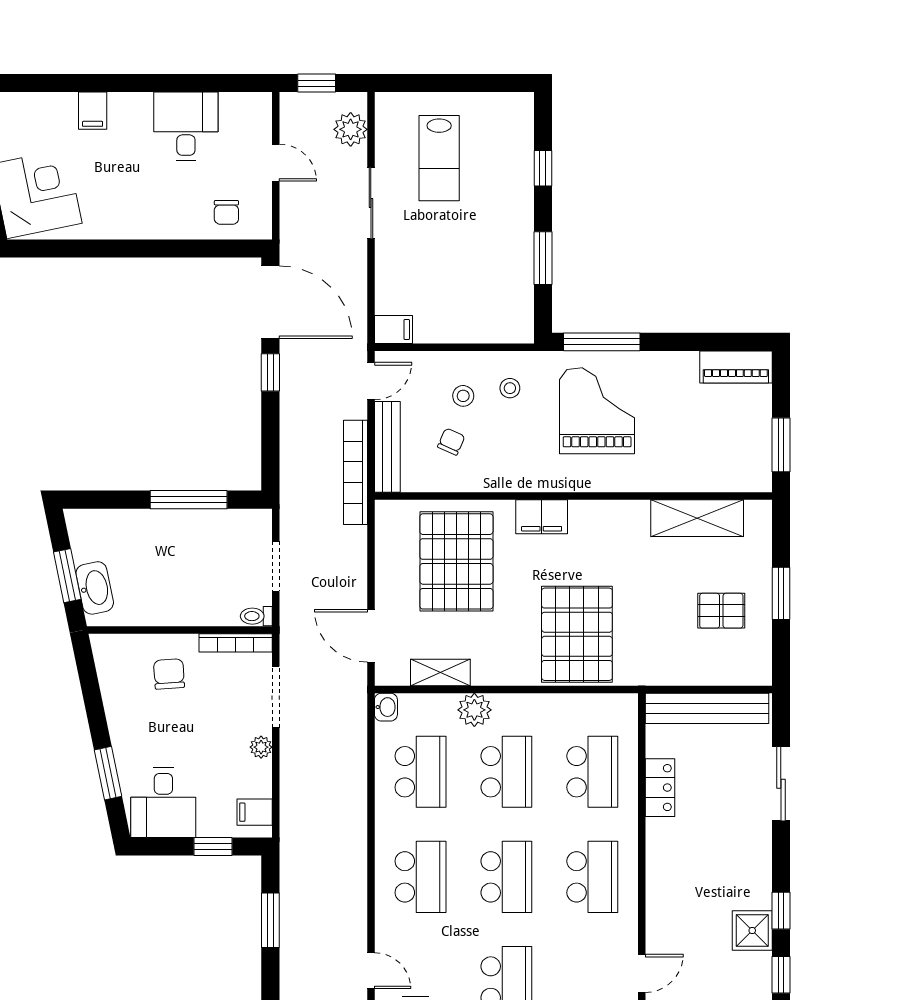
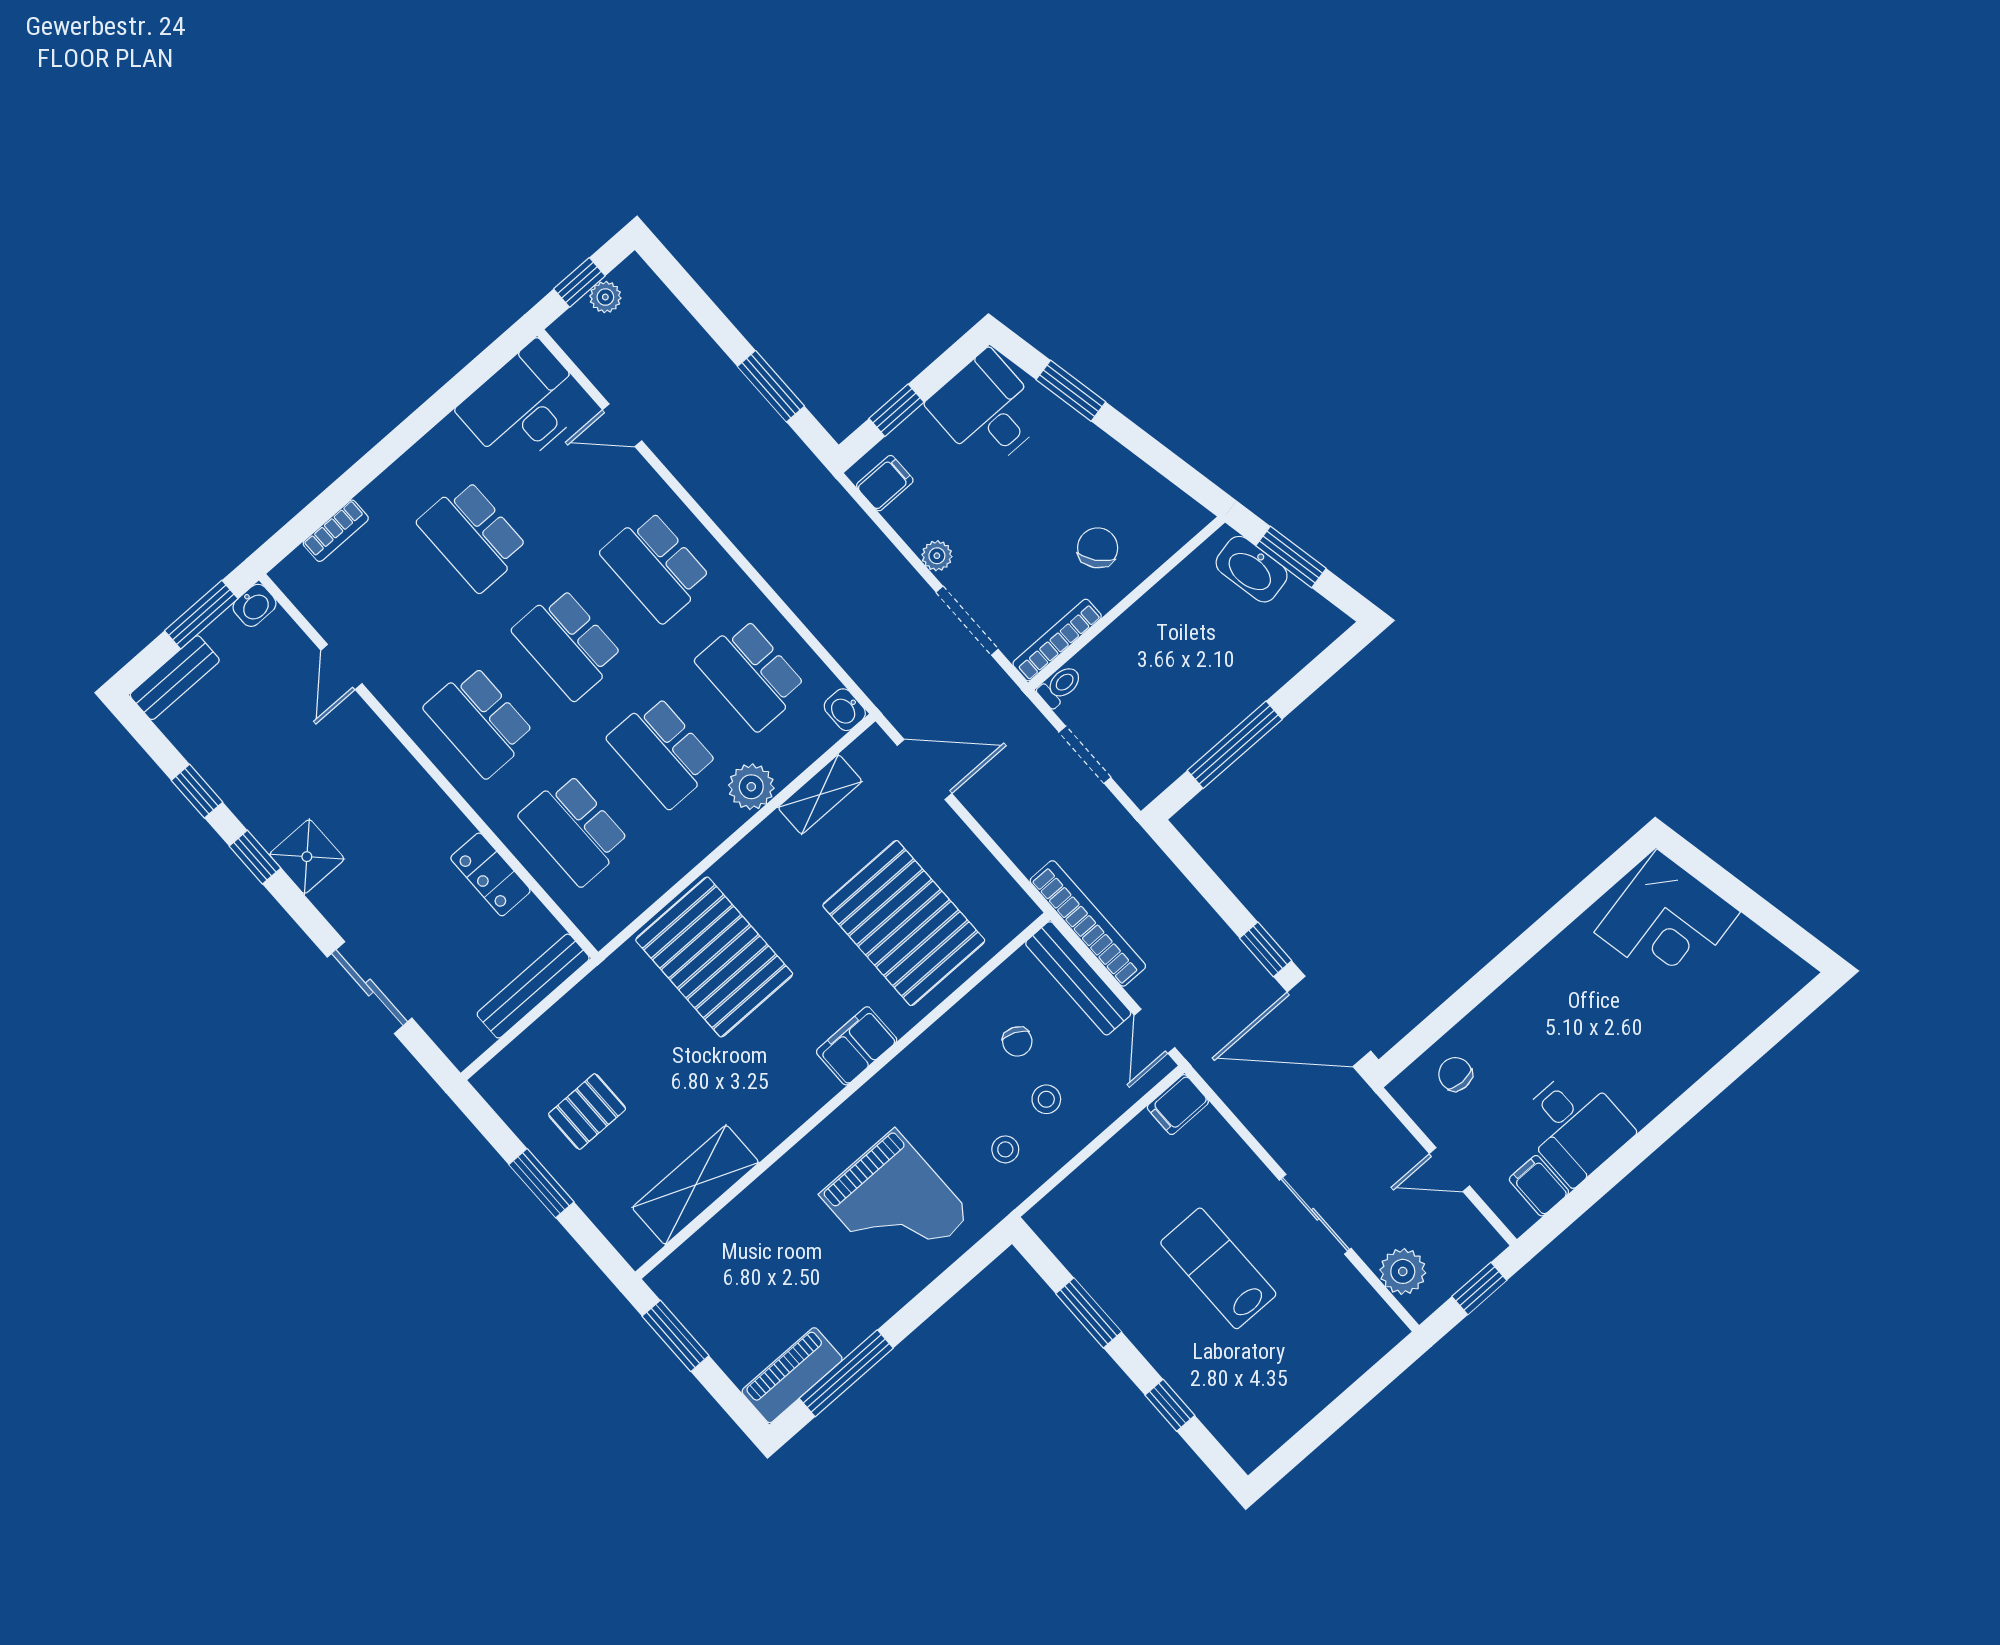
filing cabinet: (93, 111) -> (1539, 1186), moved
lab bench: (439, 158) -> (1218, 1268), moved
window: (602, 342) -> (846, 1373), moved
chair: (169, 674) -> (1098, 548), turned -125
bench: (707, 708) -> (533, 986), width x0.73, depth x0.82
shower: (752, 931) -> (307, 857), moved

